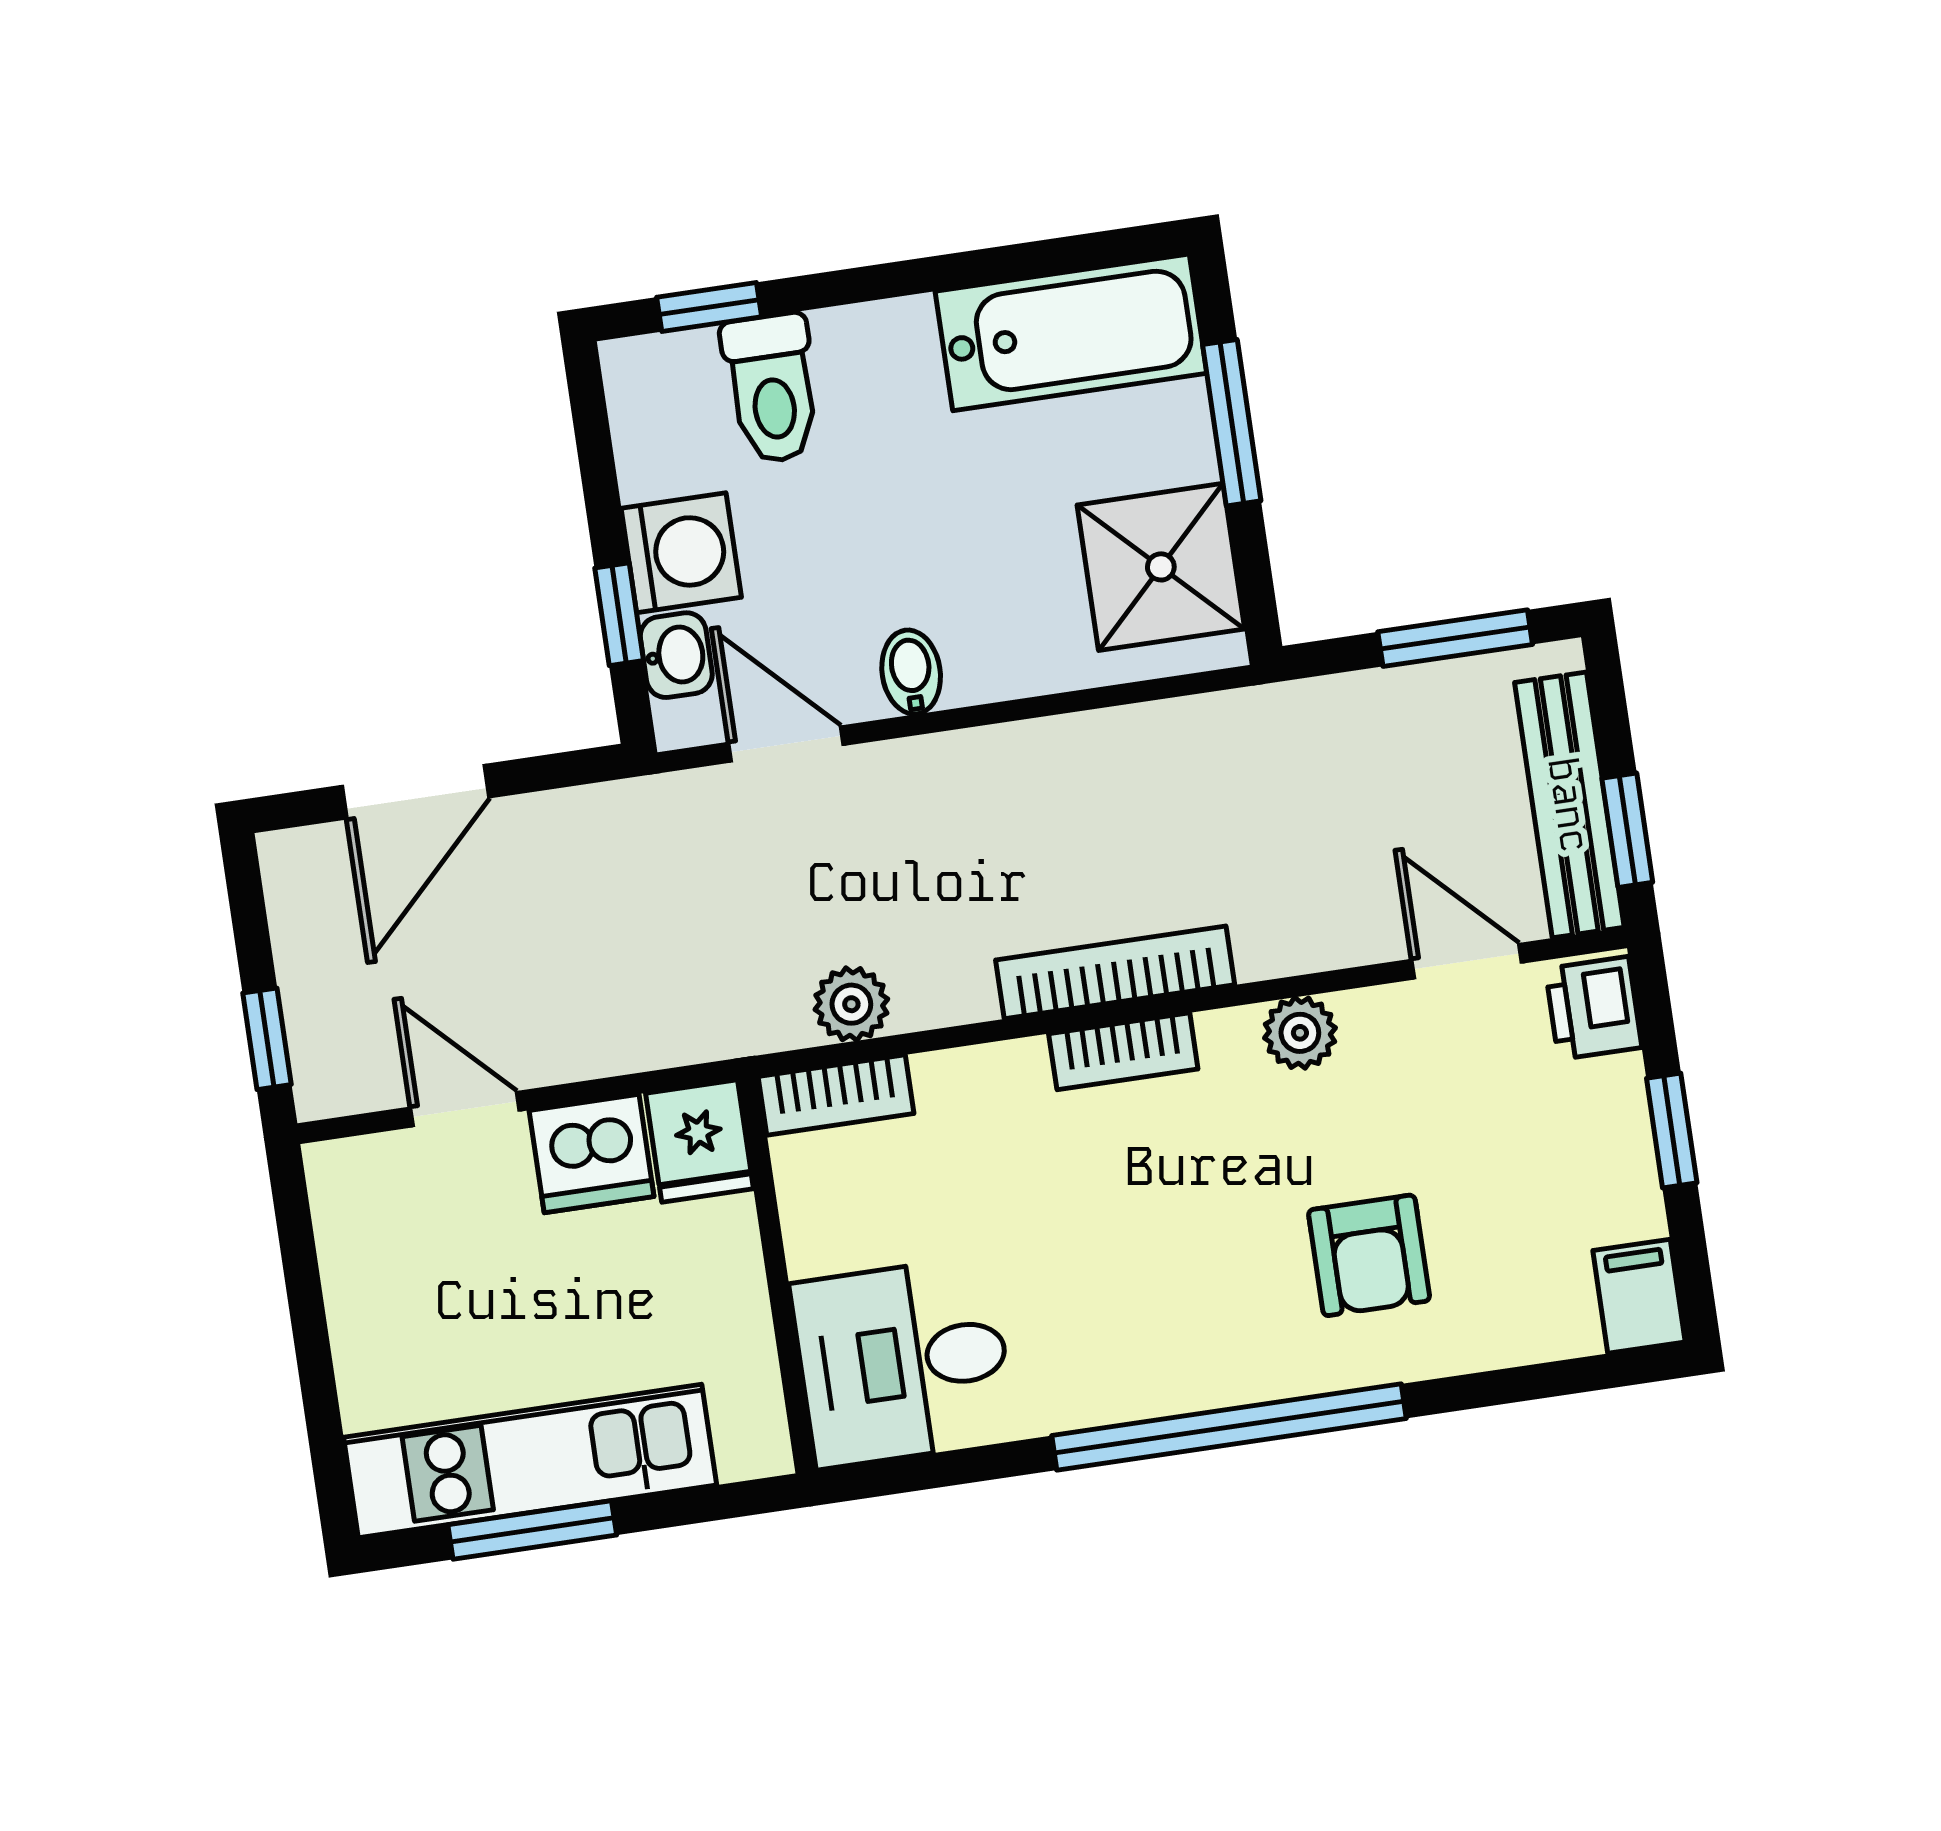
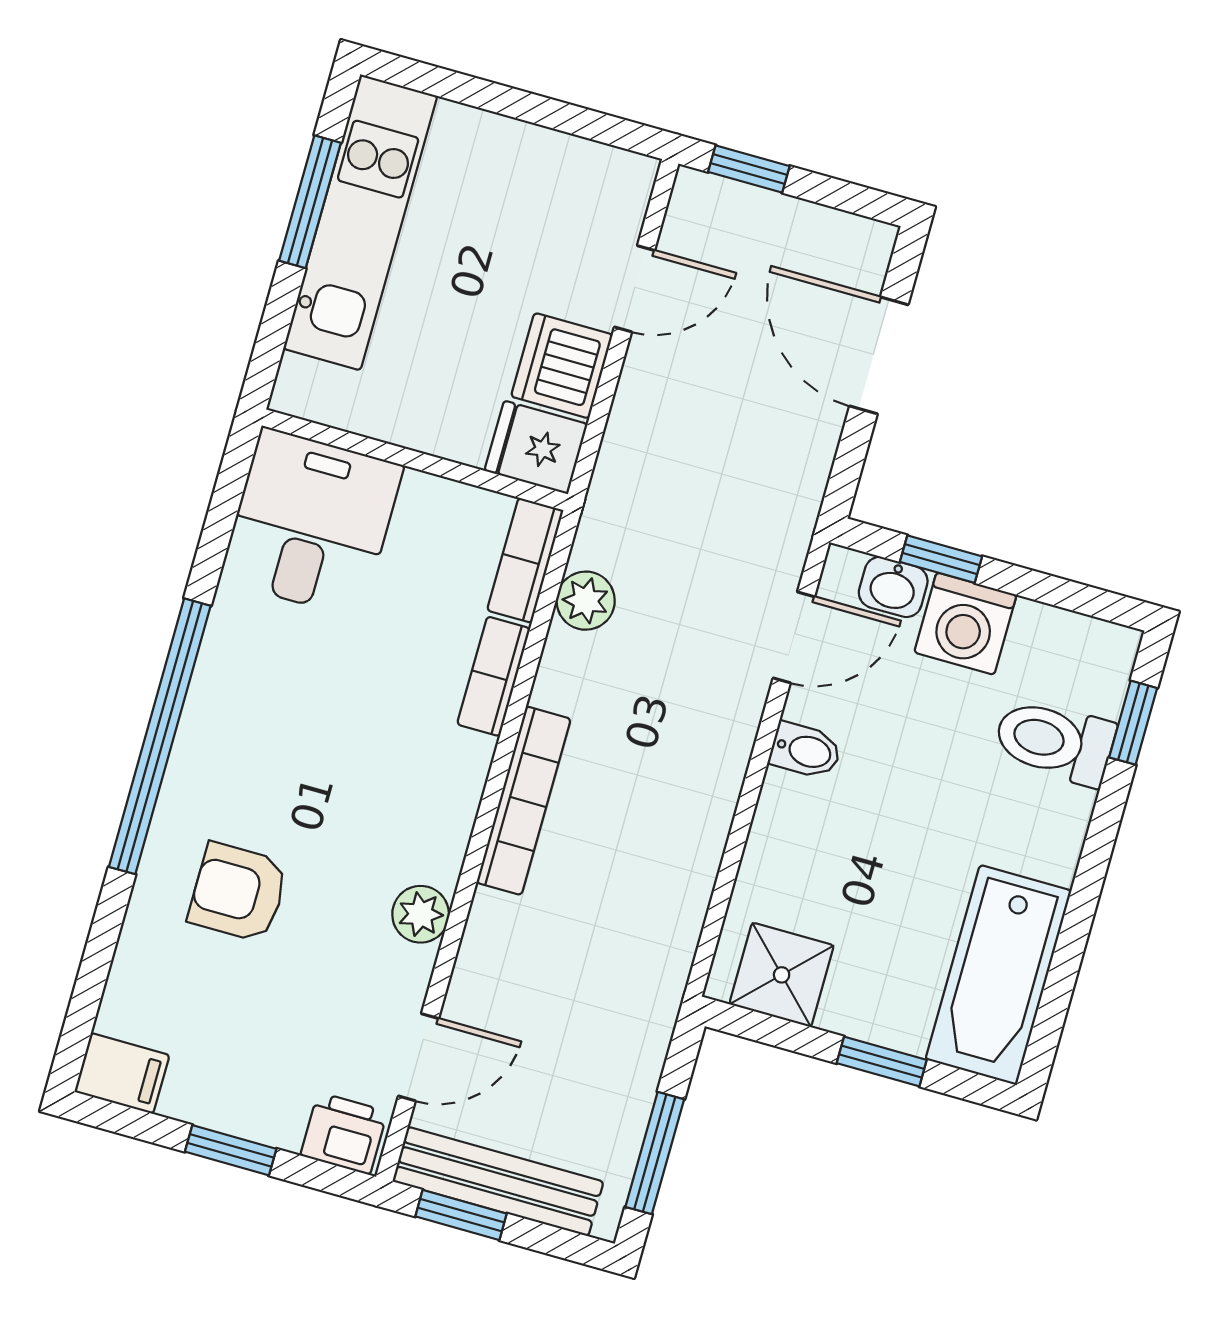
window: (1232, 423) -> (882, 1062), width x0.67
shower: (1161, 567) -> (782, 975), width x0.73, depth x0.73
bookcase: (1123, 1051) -> (494, 676), moved

